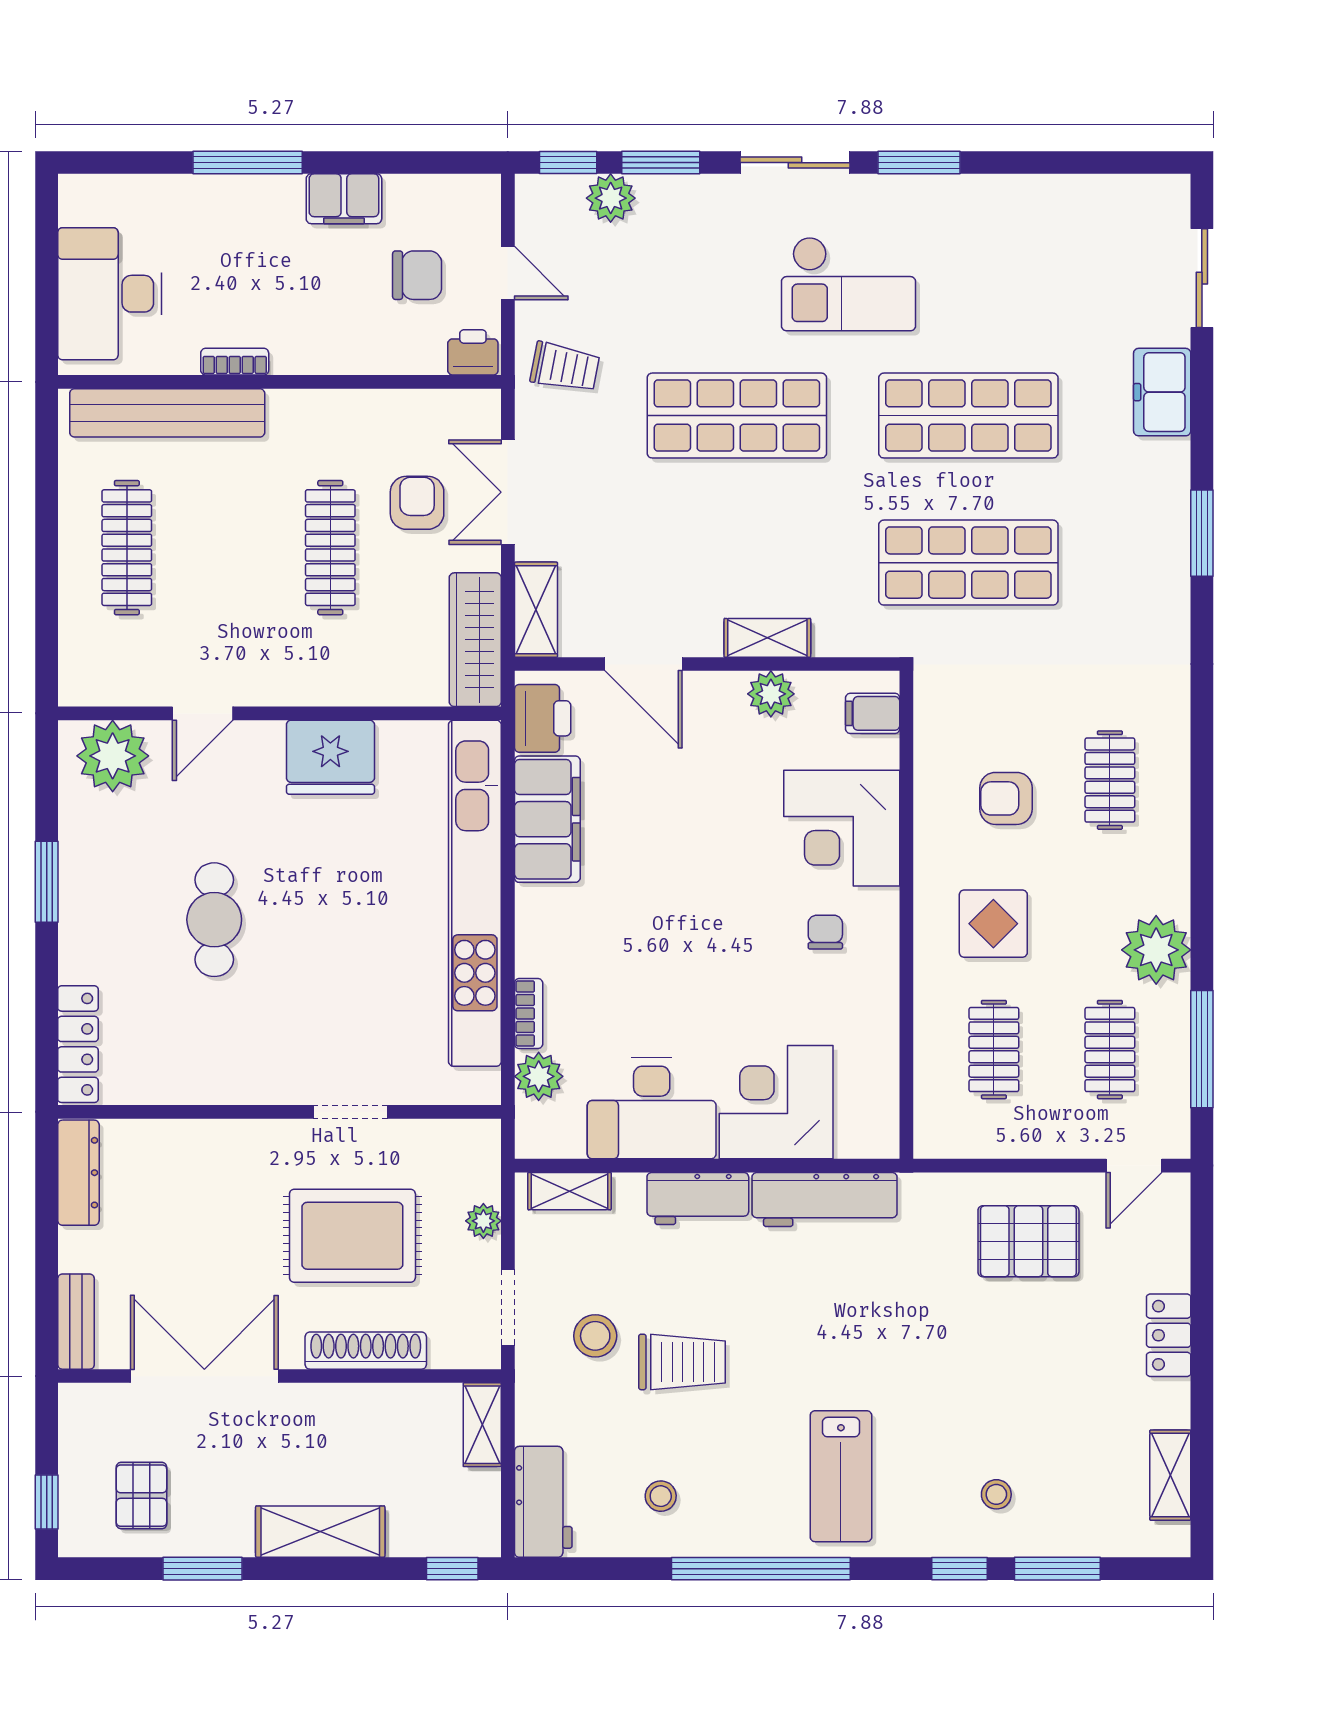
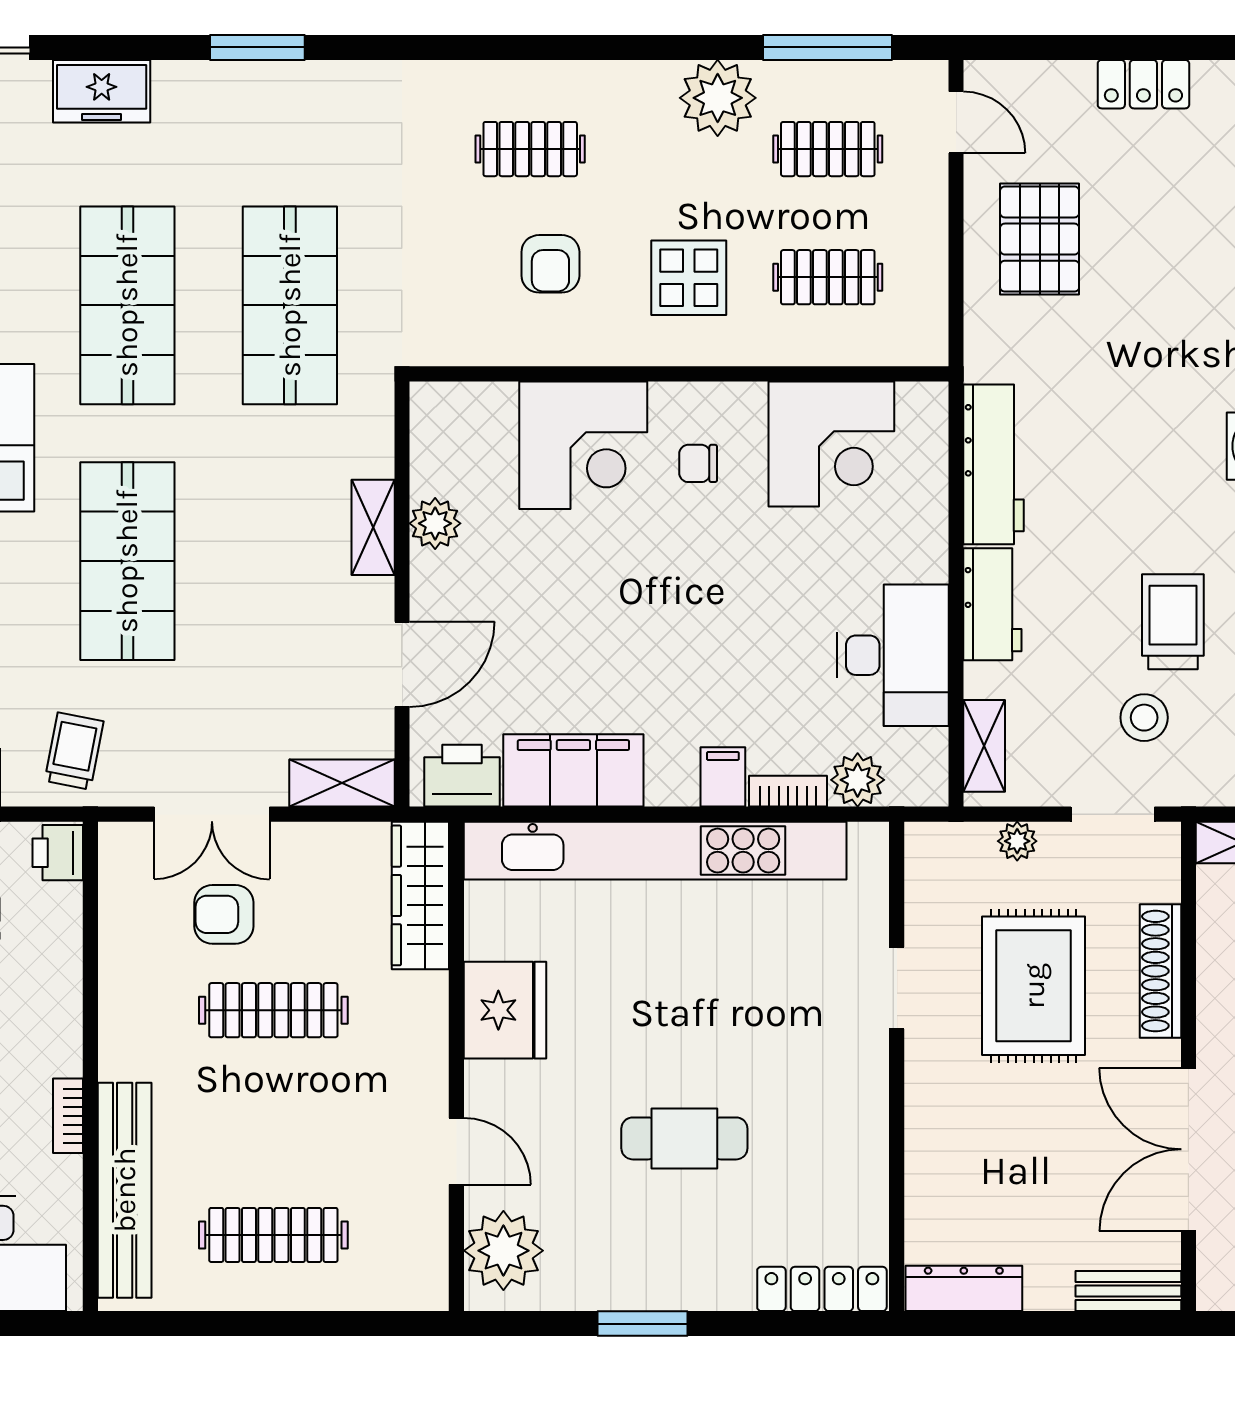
wardrobe: (475, 640) -> (420, 895), moved, turned 90
filing cabinet: (873, 713) -> (723, 777), moved, turned 180
corner desk: (776, 1102) -> (831, 444), moved, turned -90

